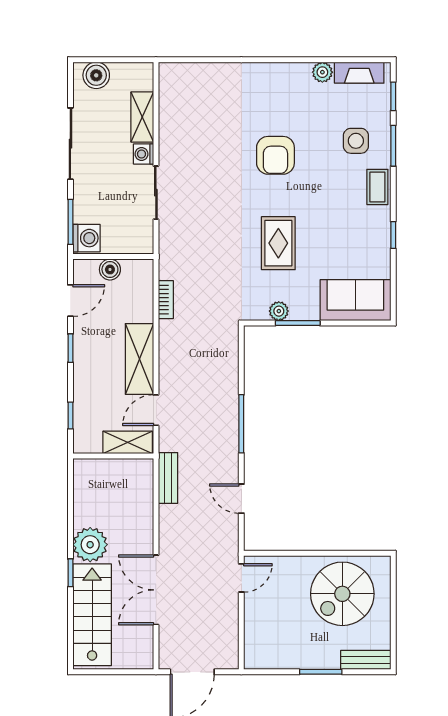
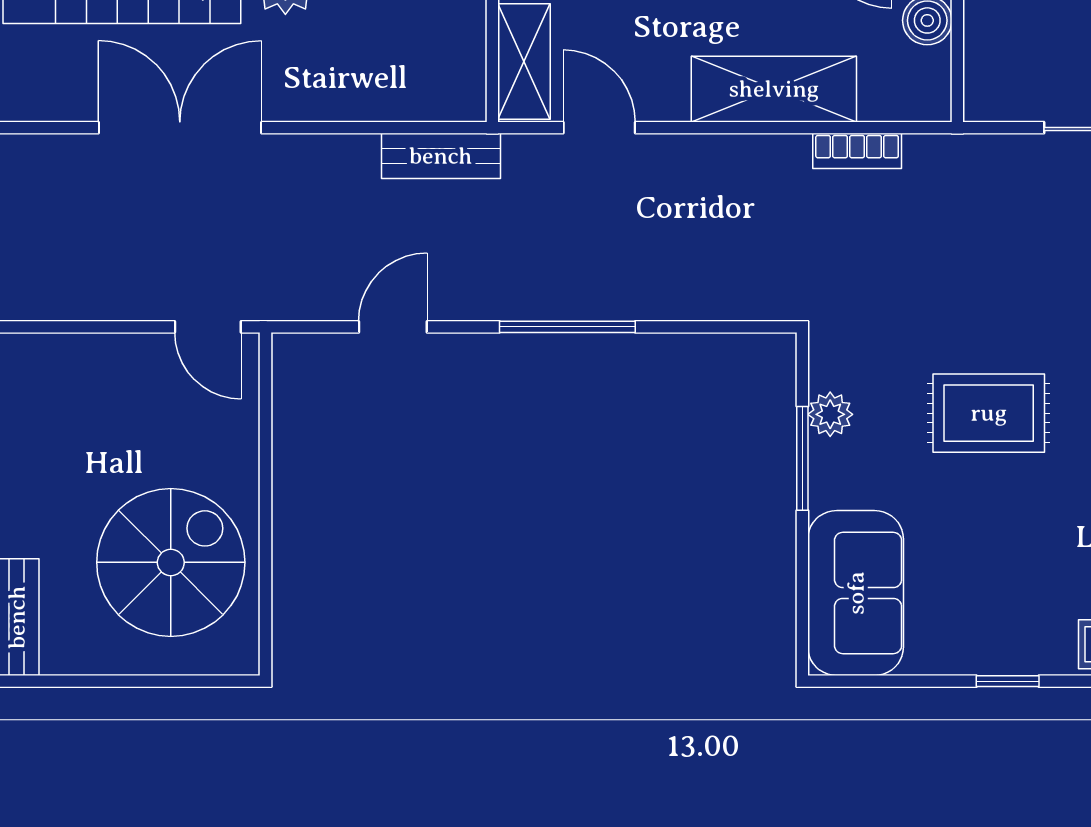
shelving: (139, 359) -> (774, 89), moved
spiral stairs: (342, 594) -> (171, 562), turned 90

